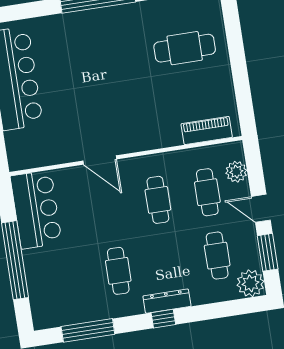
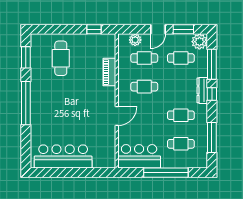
window: (244, 98) -> (94, 29), added
piano: (207, 131) -> (109, 72), moved
cafe table: (69, 279) -> (181, 144), added
window: (215, 311) -> (212, 64), added

